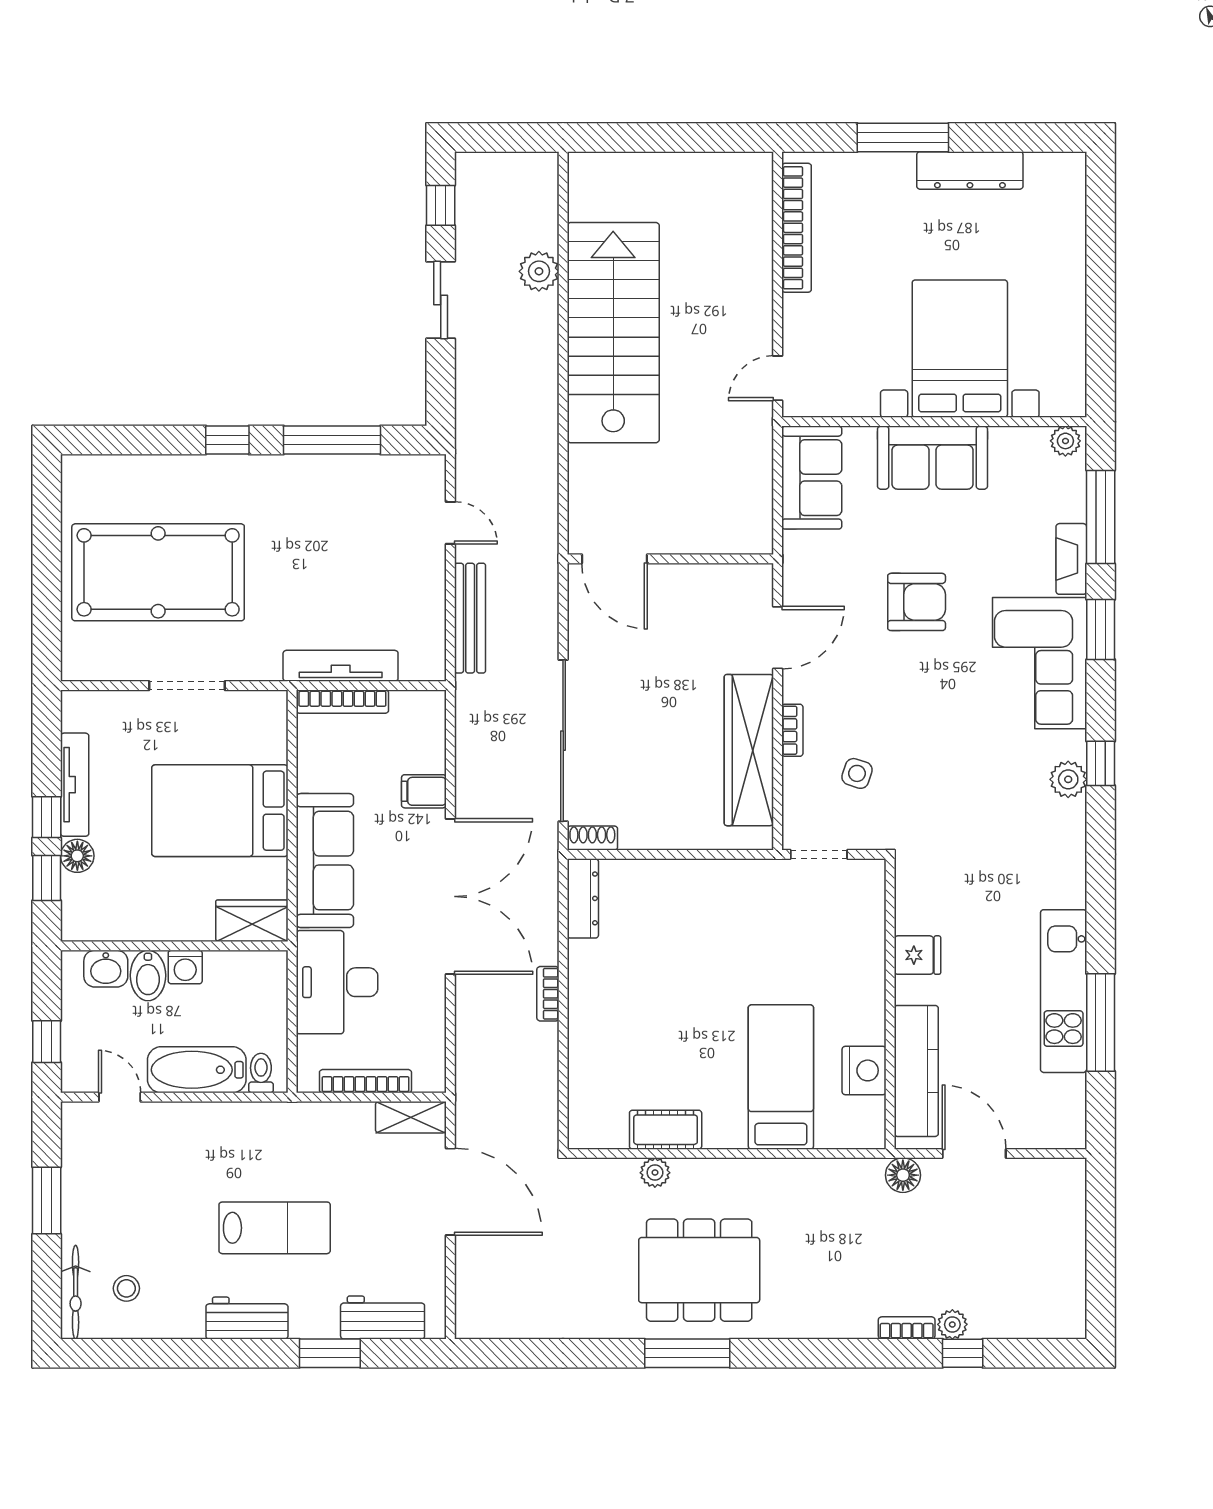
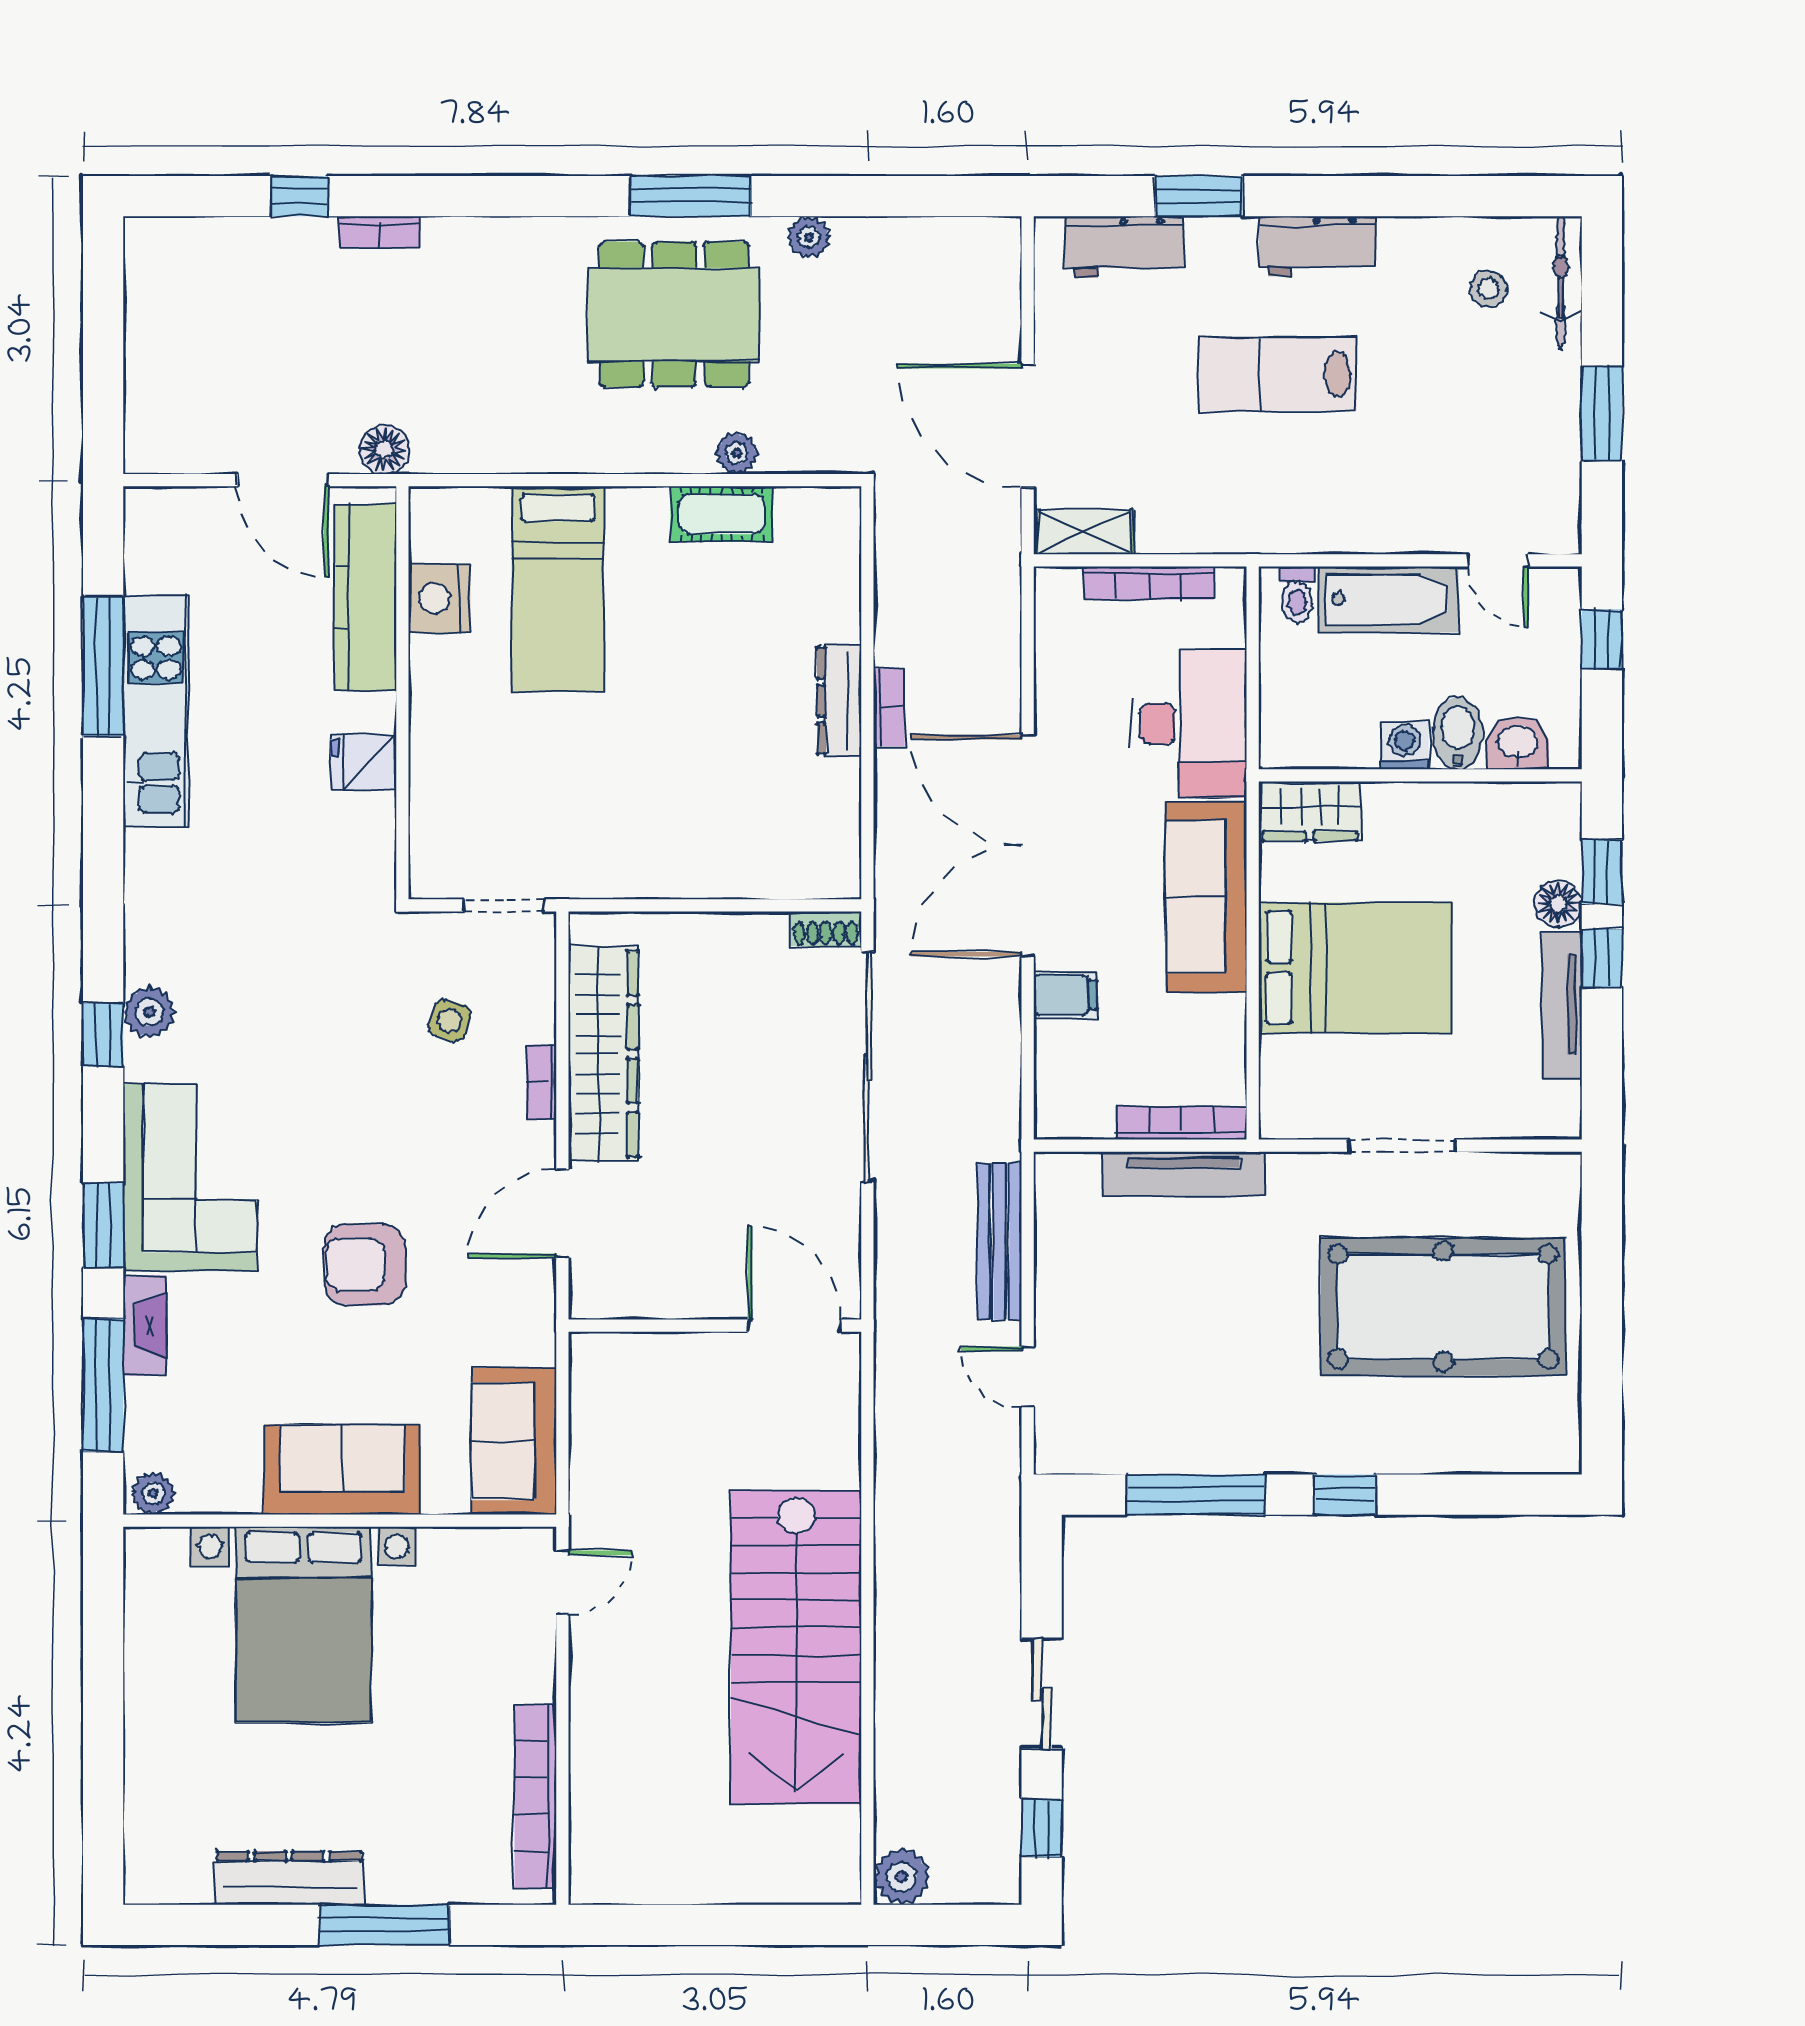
plant: (539, 271) -> (902, 1877), moved
dresser: (583, 898) -> (839, 701), moved
plant: (952, 1324) -> (809, 237), moved

